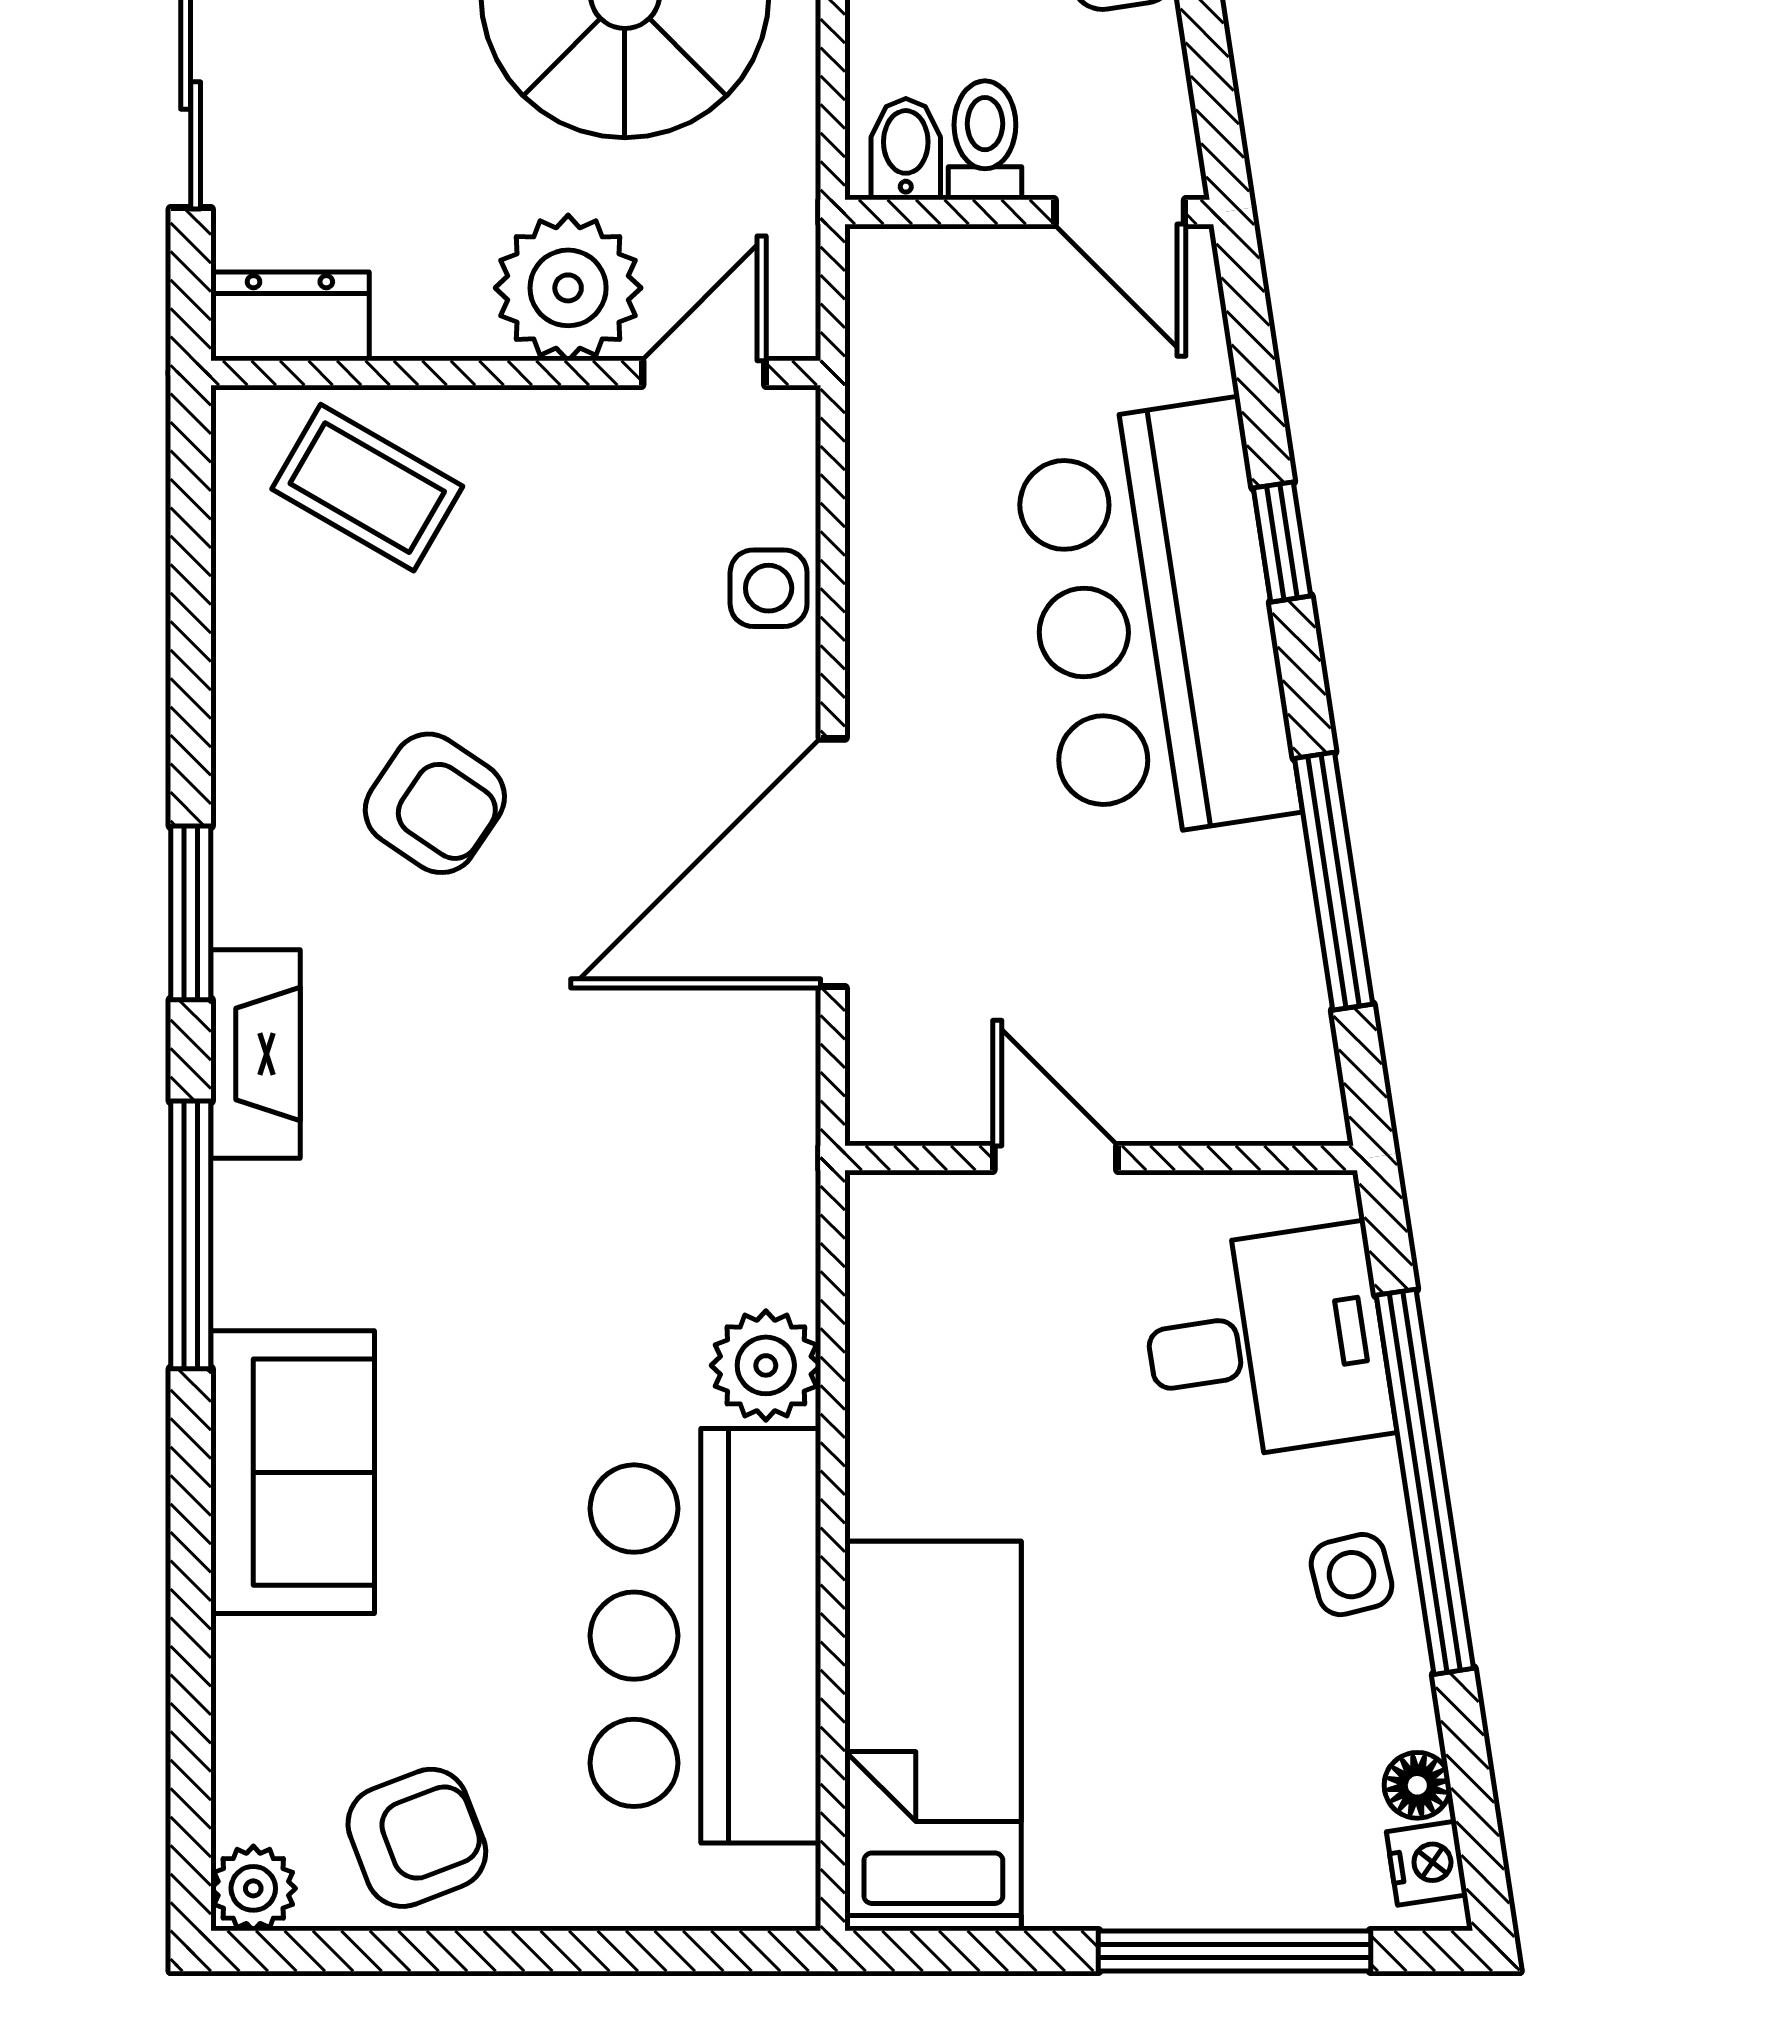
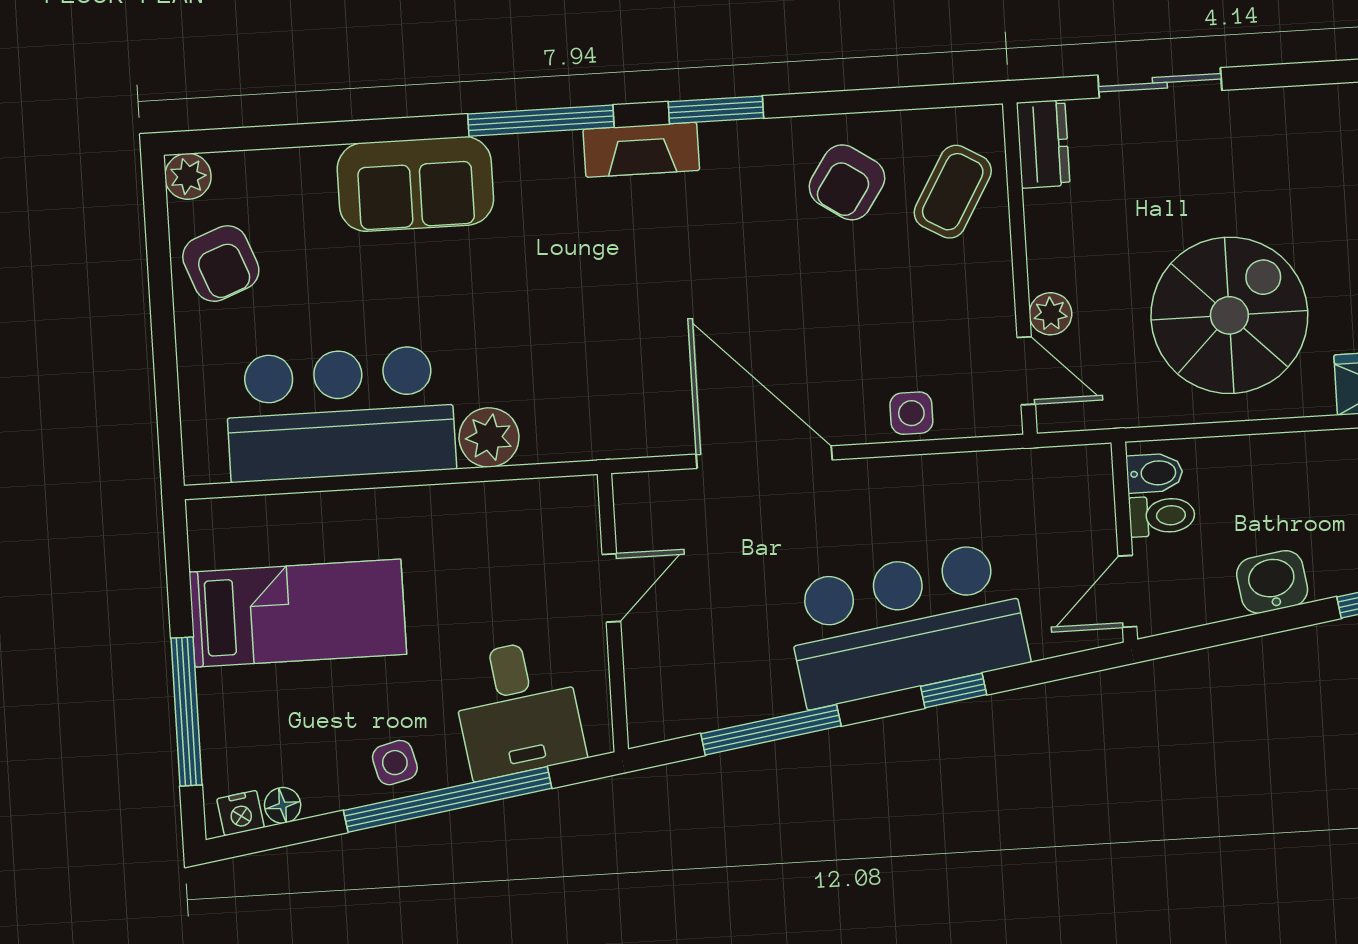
plant: (568, 288) -> (1050, 314), width x0.53, depth x0.53
armchair: (435, 803) -> (847, 182), moved
bed: (933, 1736) -> (298, 613), moved

